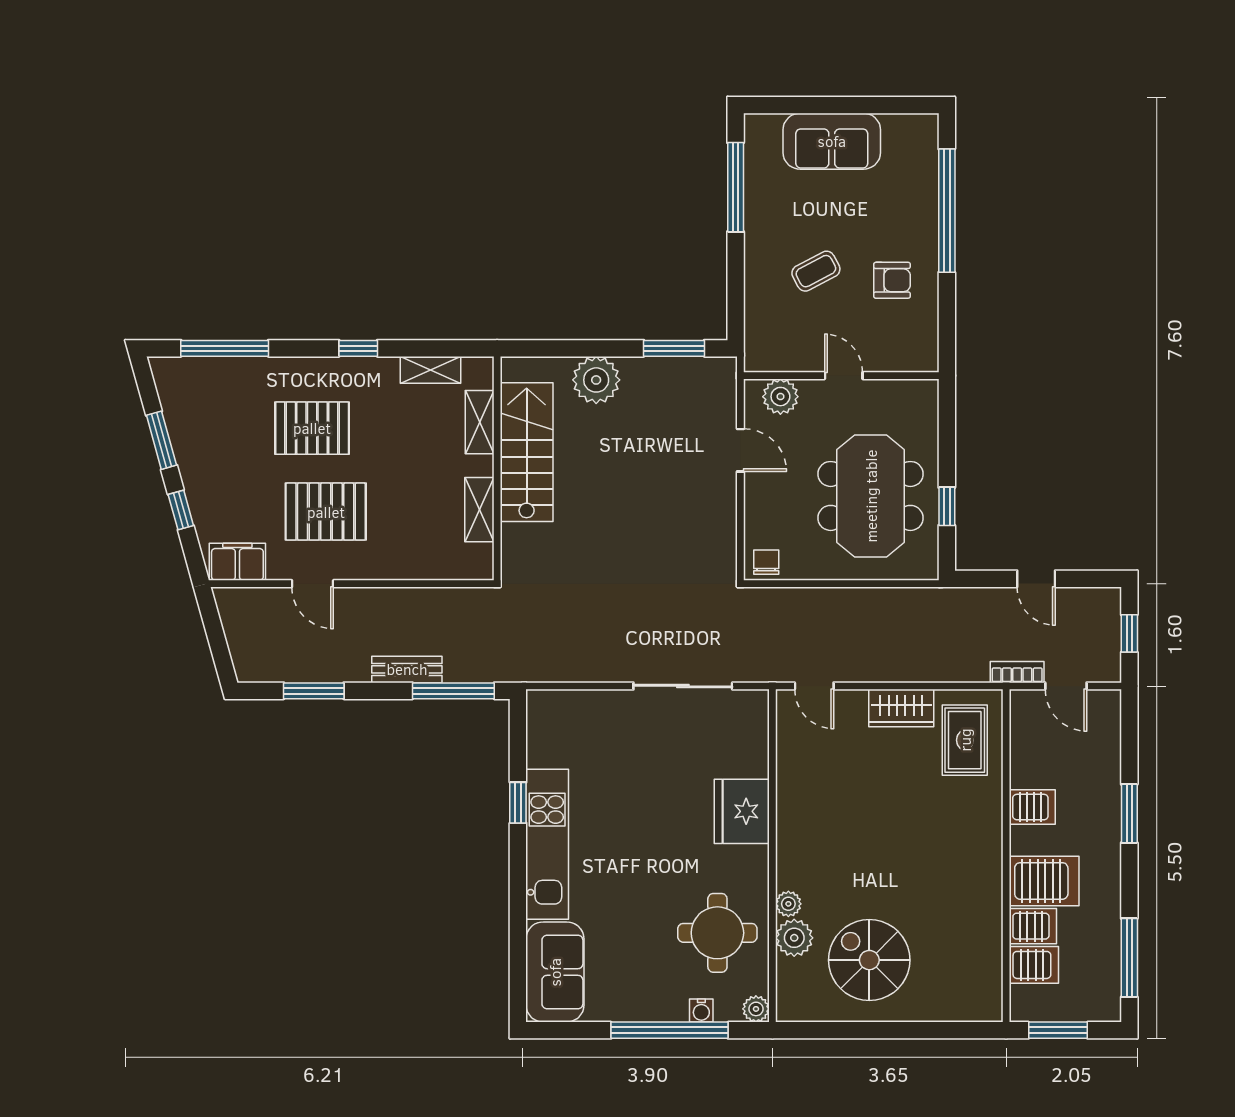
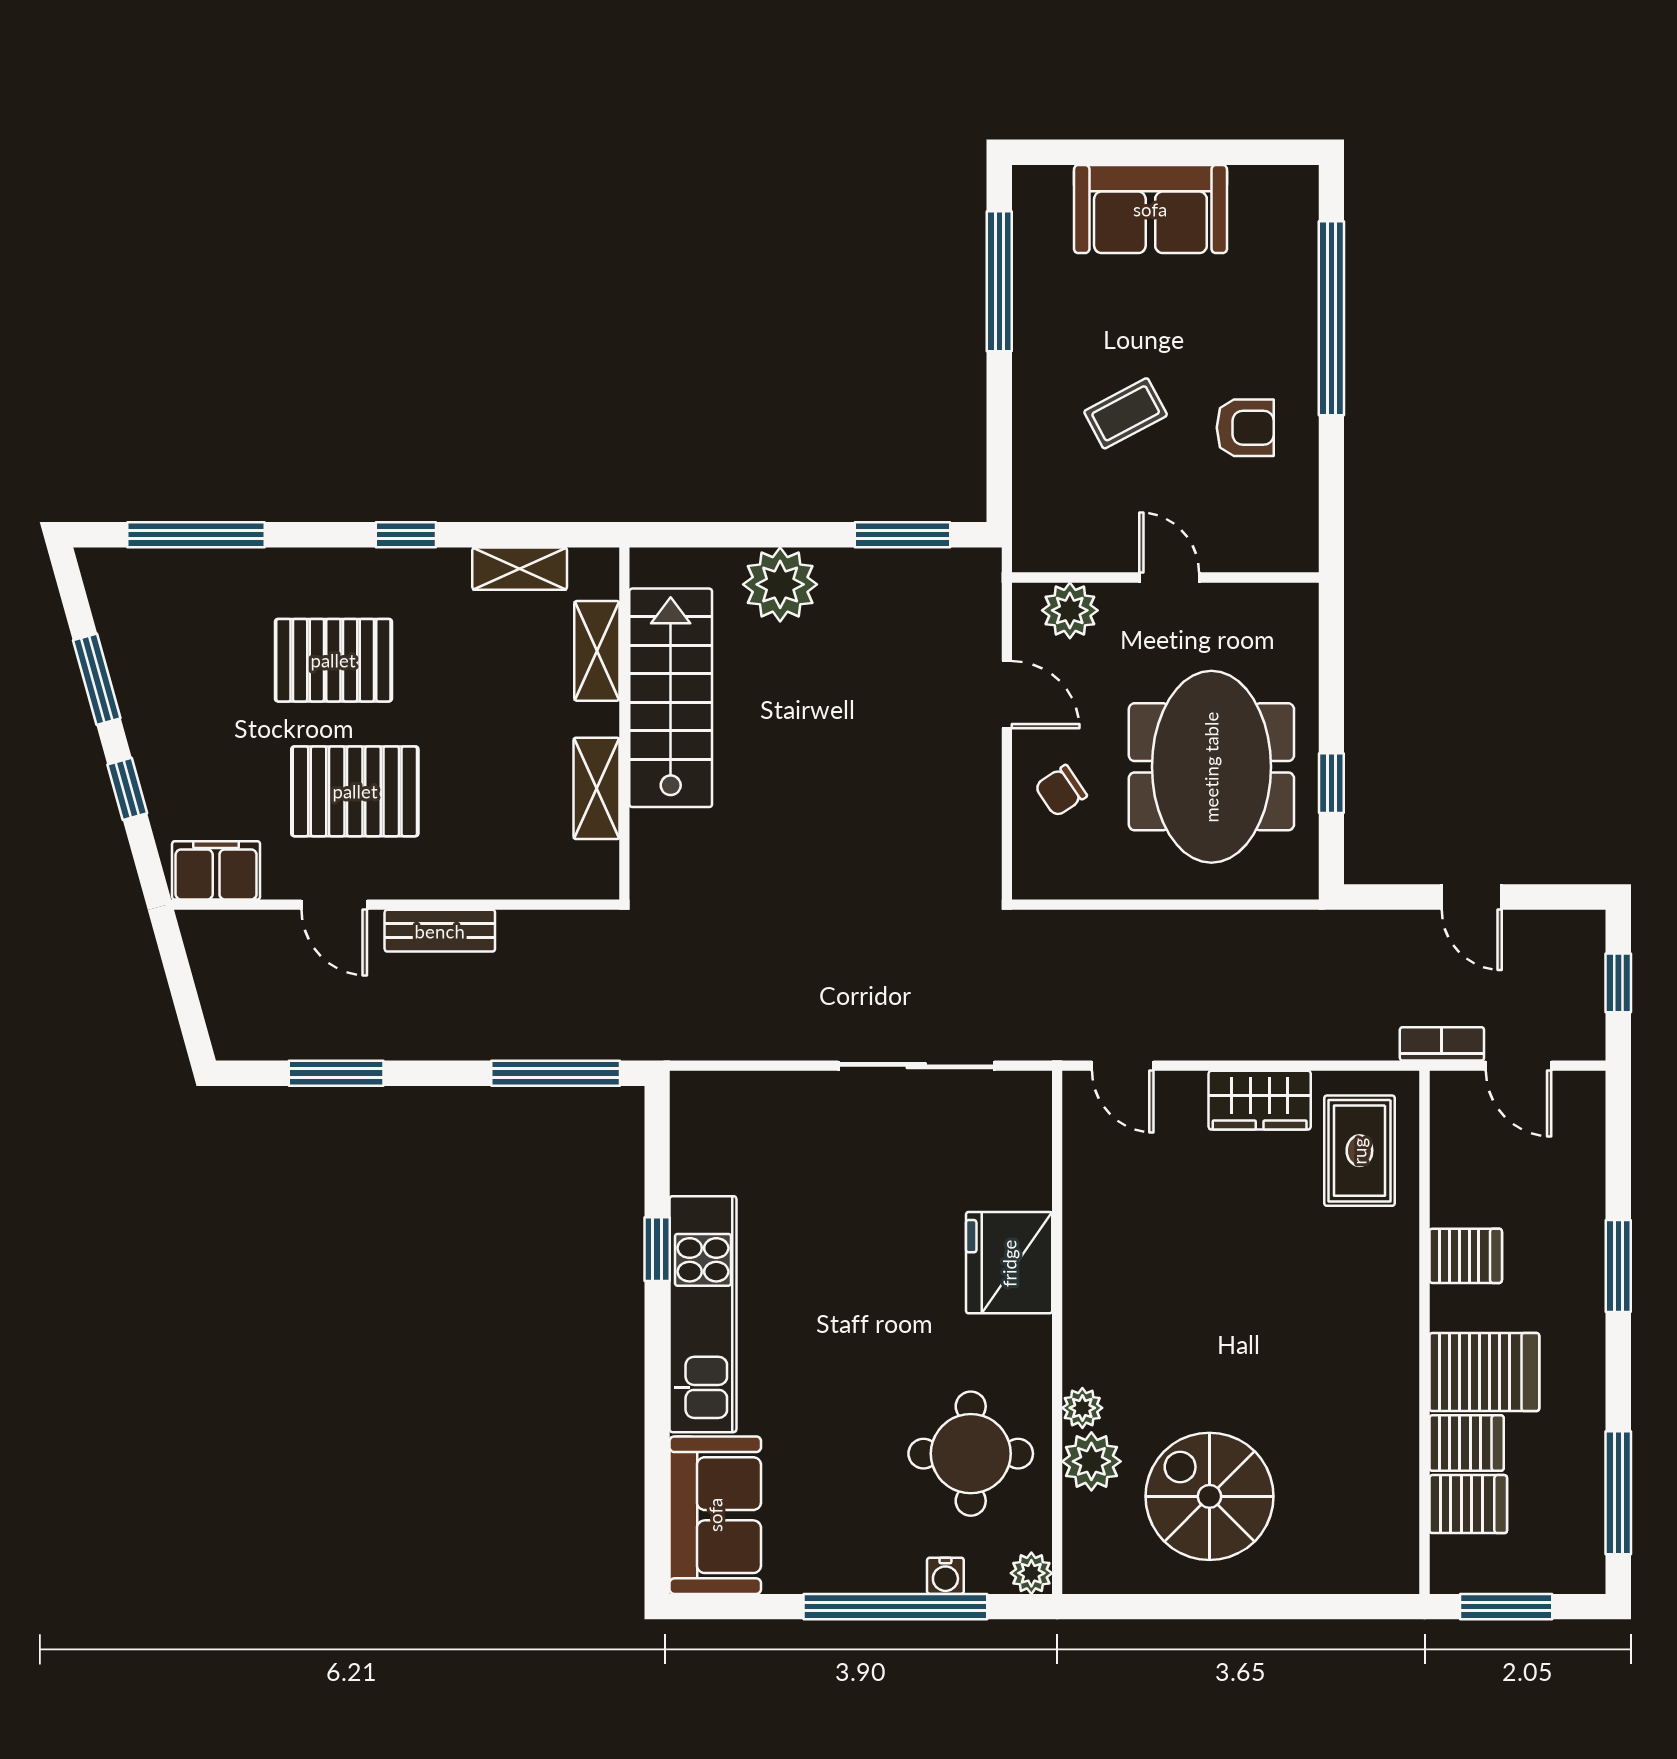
chair: (766, 562) -> (1061, 791), moved, turned -124
bench: (407, 669) -> (440, 931), moved

